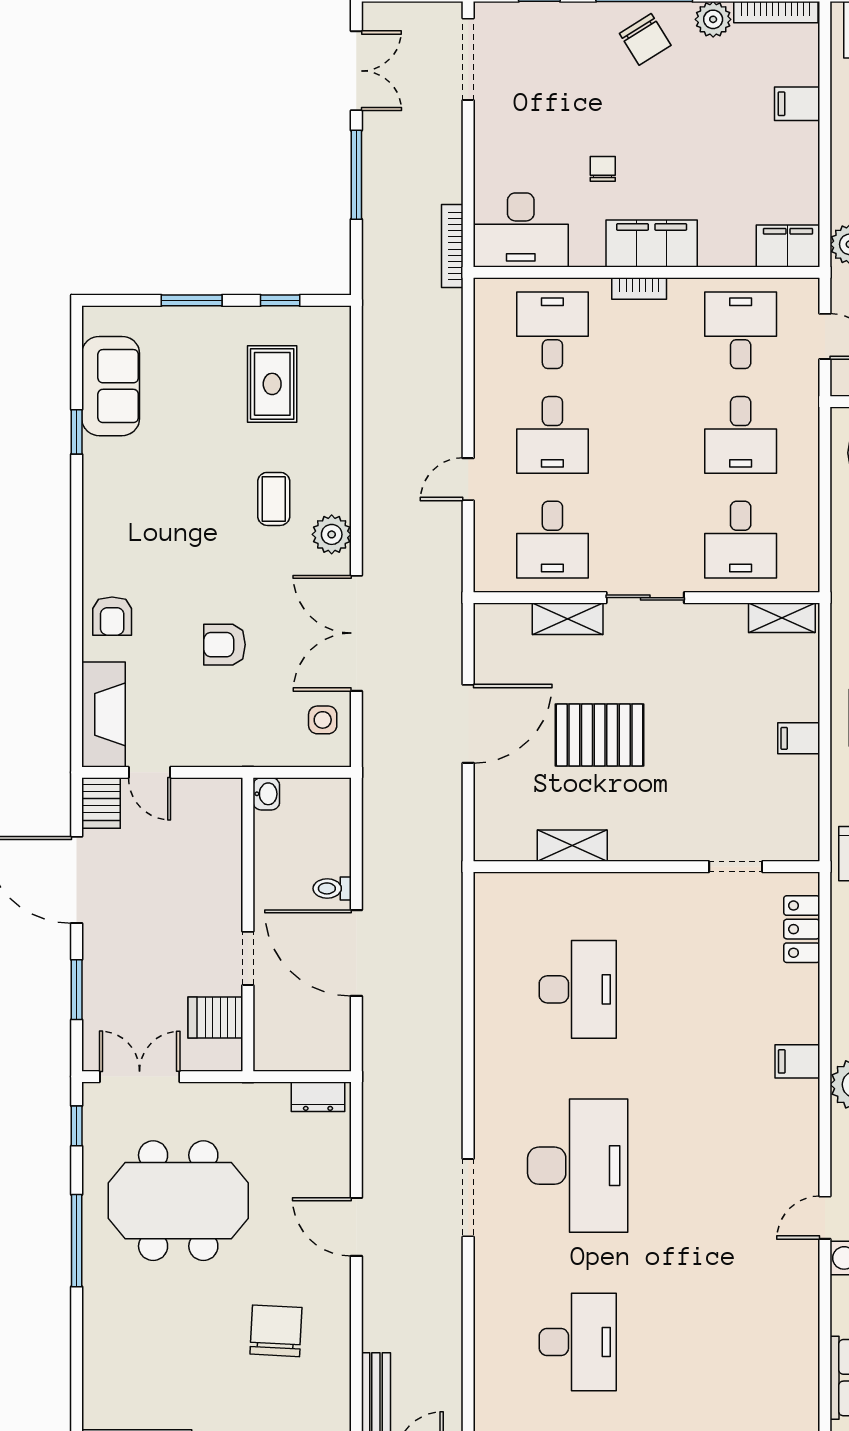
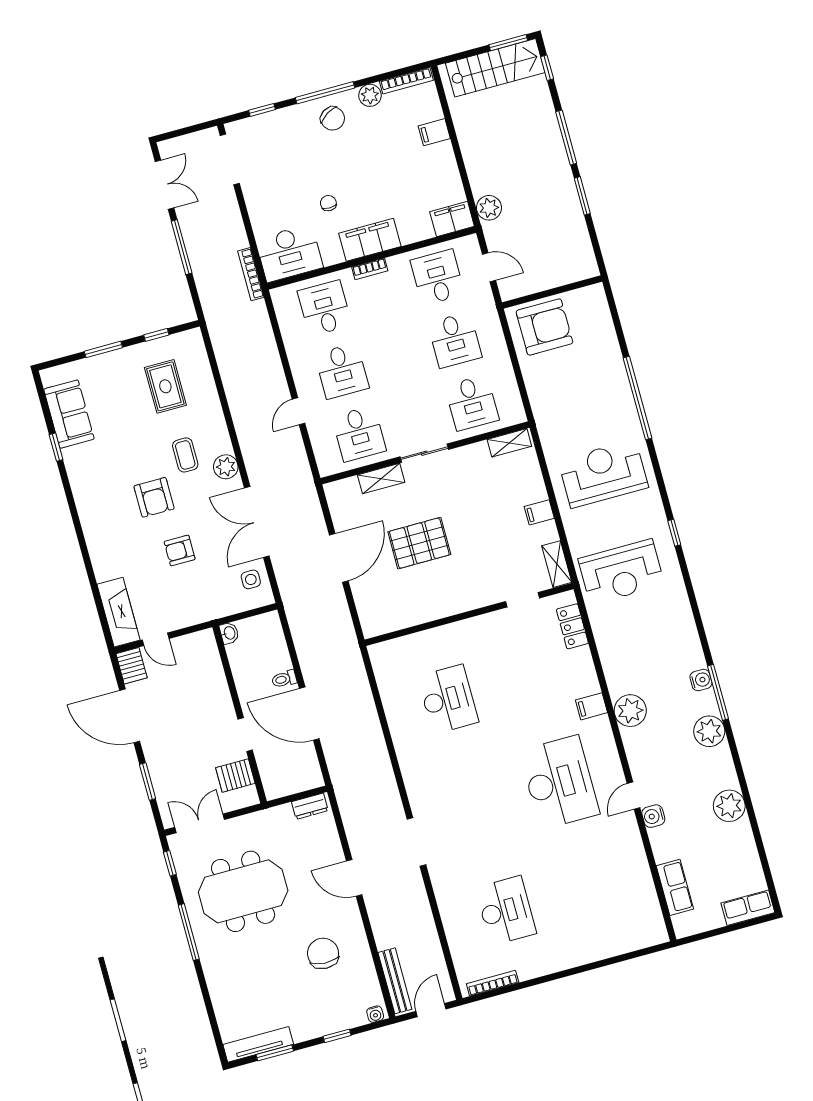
armchair: (112, 616) -> (154, 497), moved, width x1.38, depth x1.38
shelving: (572, 846) -> (557, 564), moved, turned 90
desk: (578, 1166) -> (559, 782), moved

